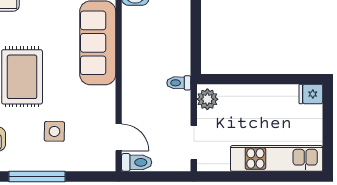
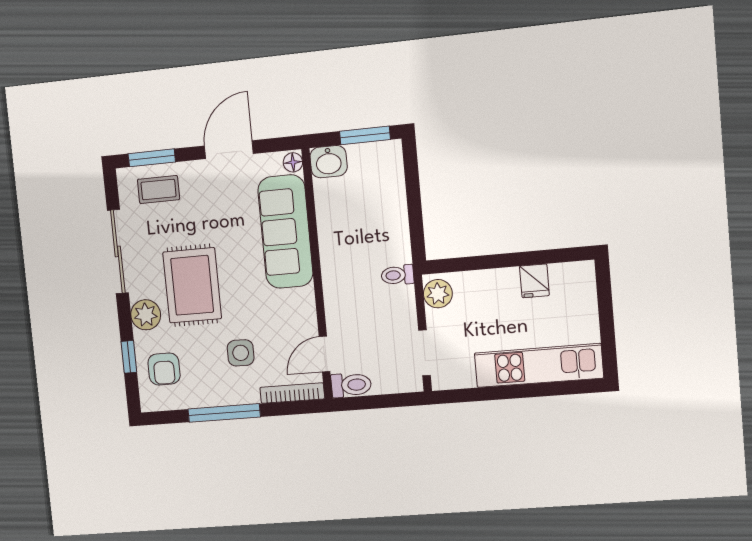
fridge: (311, 94) -> (534, 281), moved, turned -90
door: (119, 137) -> (325, 354), swing flipped
bookcase: (91, 165) -> (292, 393), added

